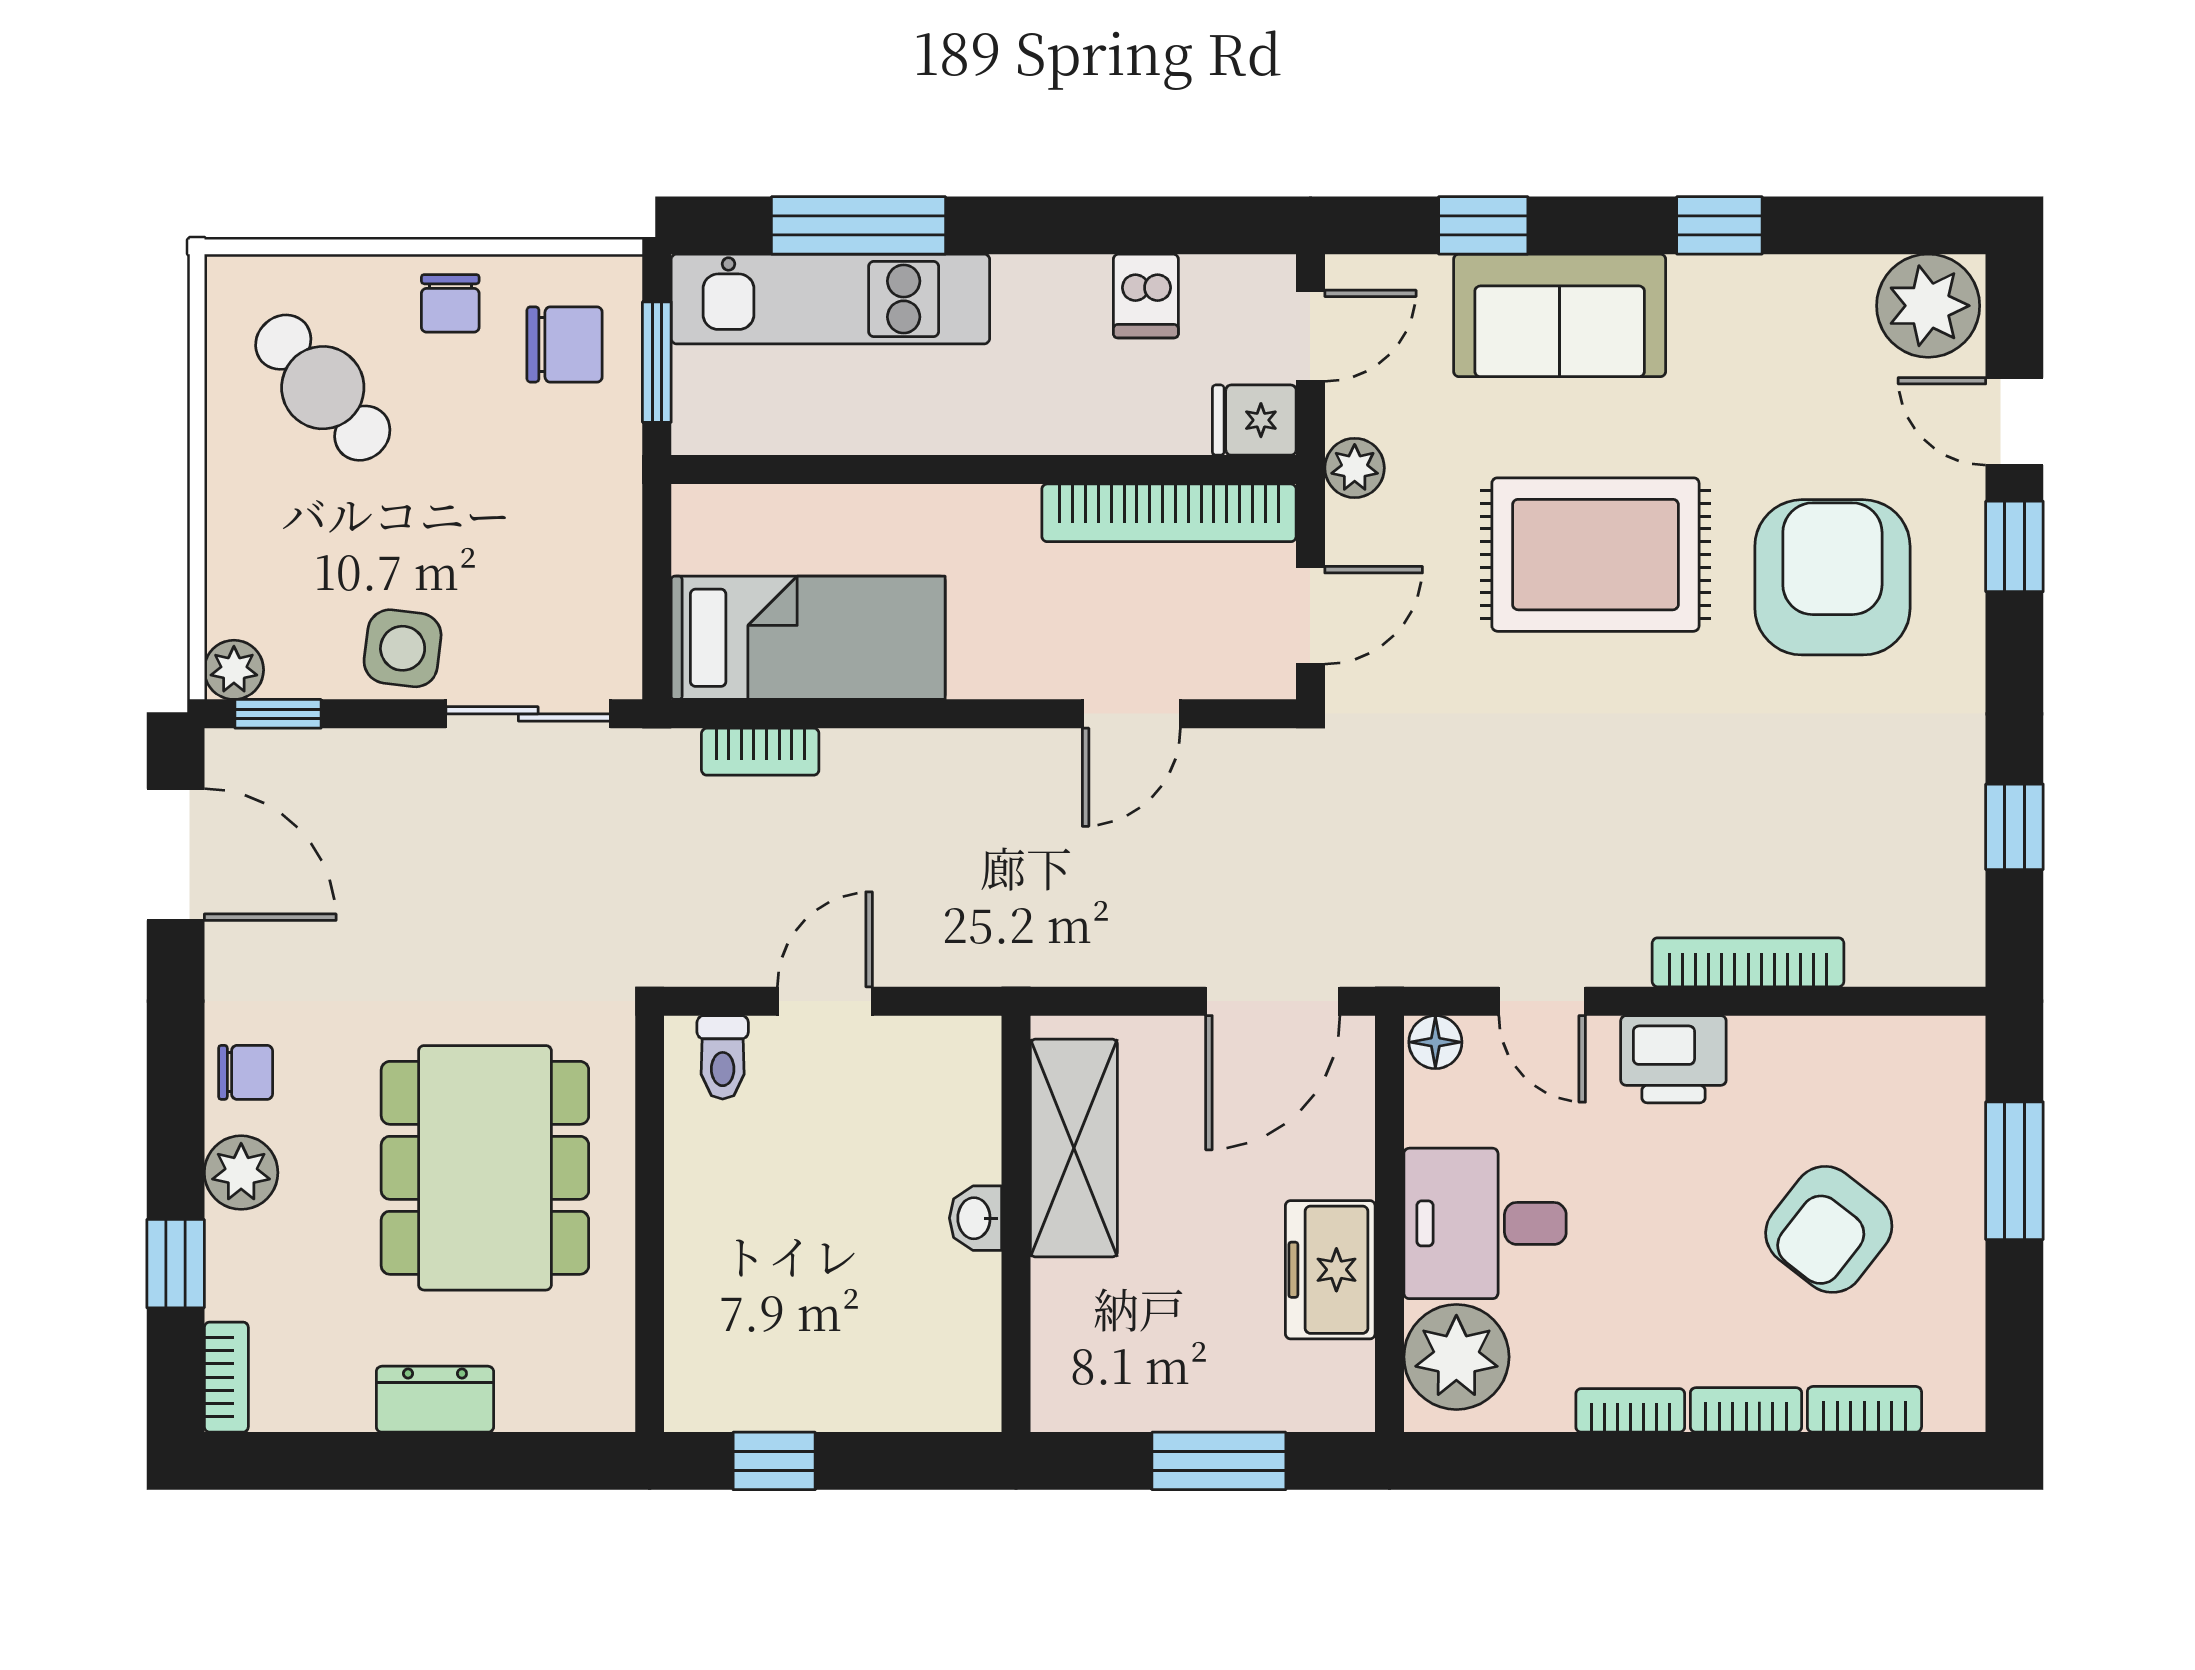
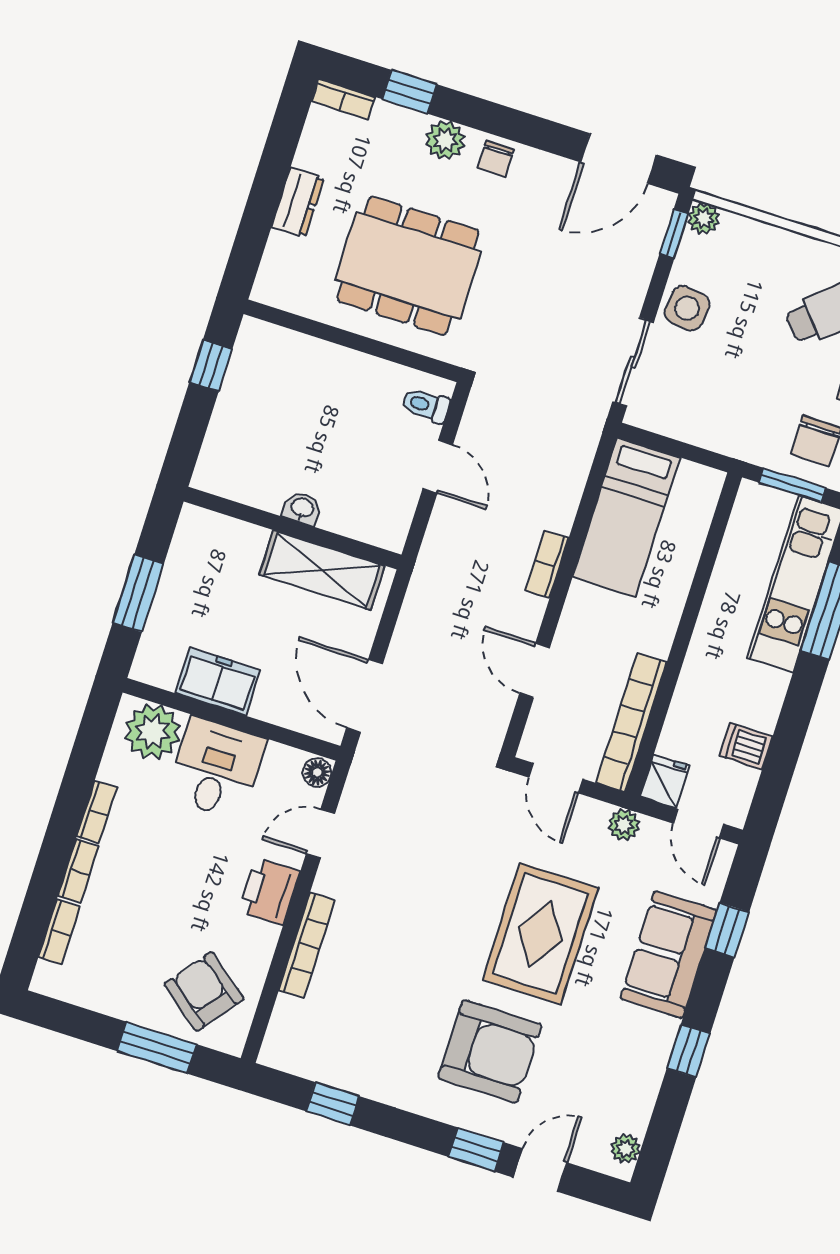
plant: (1928, 306) -> (626, 1149), width x0.53, depth x0.53
bookcase: (760, 752) -> (547, 564), moved
armchair: (1829, 1229) -> (204, 991), moved

